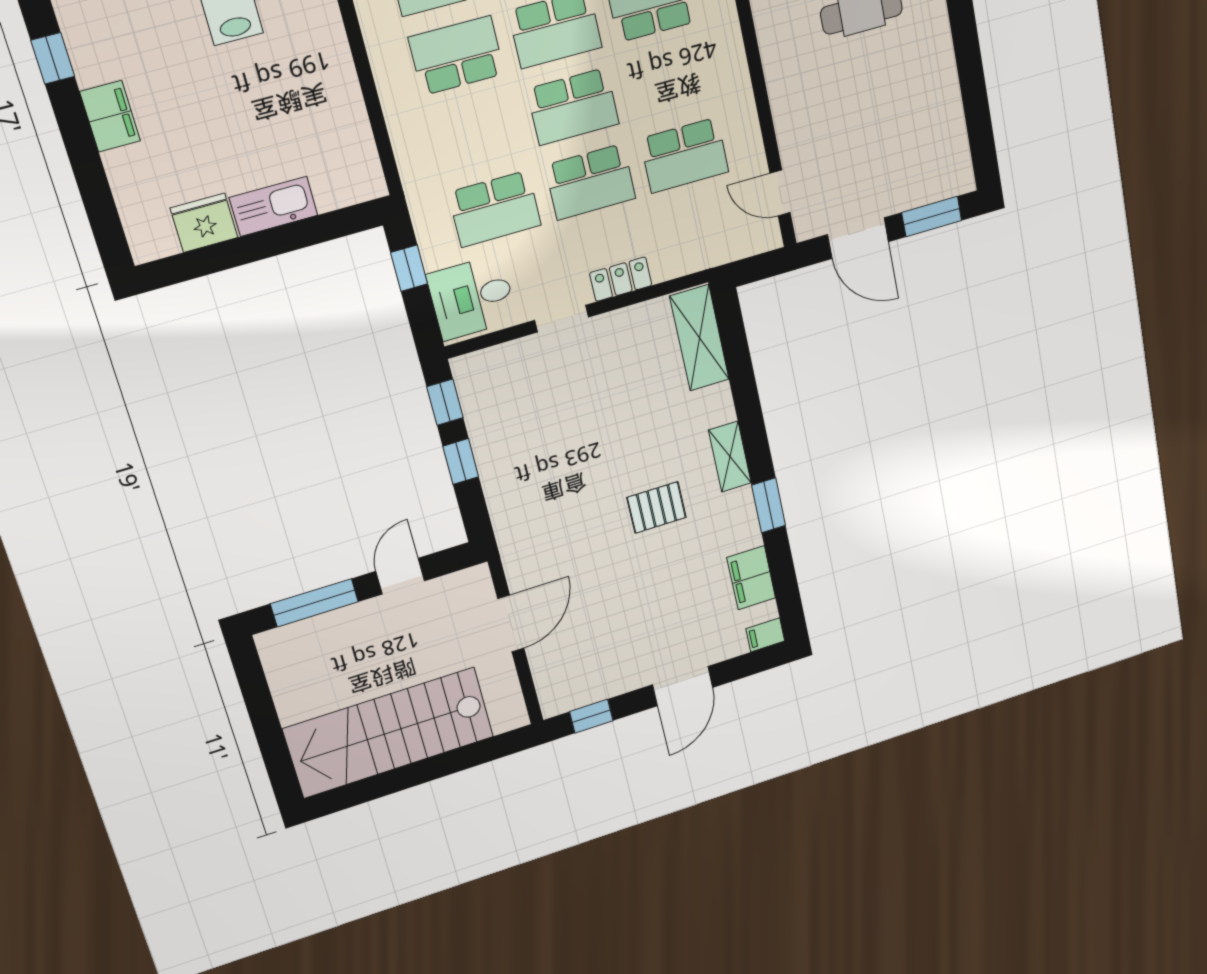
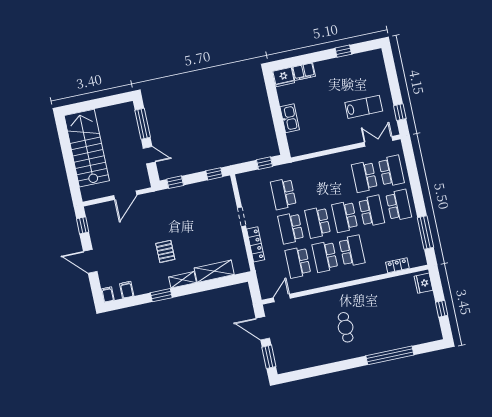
school desk: (457, 56) -> (325, 257), moved, turned 180
filing cabinet: (110, 116) -> (304, 72), moved
fridge: (204, 223) -> (284, 77), moved, turned 90
door: (858, 238) -> (263, 328), hinge flipped
locker: (621, 279) -> (256, 244), width x1.53
desk: (472, 297) -> (252, 185), removed
shelving: (699, 338) -> (214, 271), moved
window: (461, 462) -> (175, 182), moved
filing cabinet: (751, 578) -> (127, 290), width x0.50
door: (511, 623) -> (125, 195), hinge flipped

